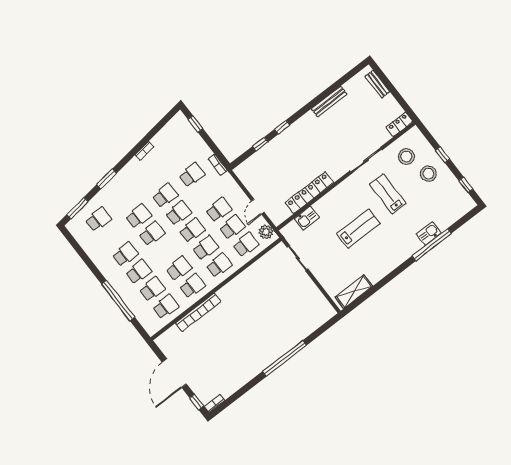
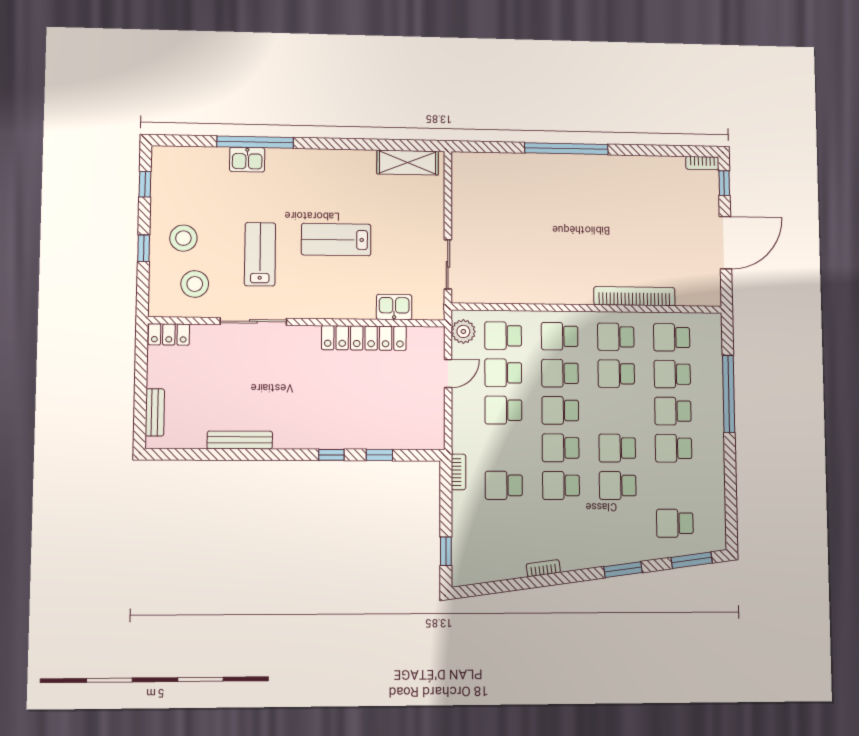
lab bench: (388, 194) -> (260, 254), turned 180

